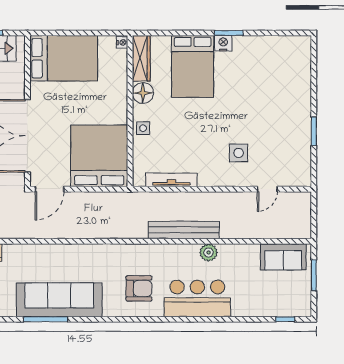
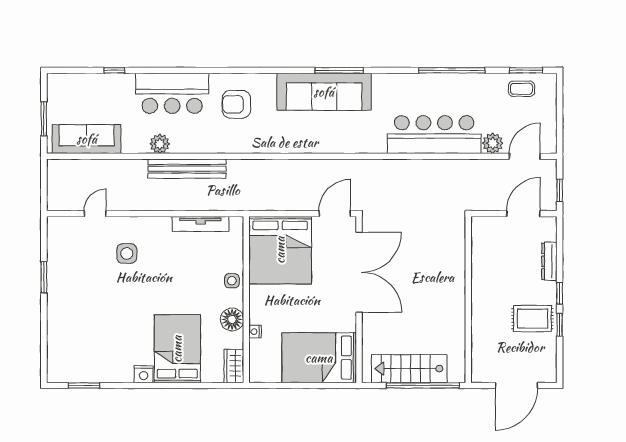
window: (229, 33) -> (84, 385), moved
nightstand: (122, 42) -> (255, 332), moved
wardrobe: (141, 58) -> (234, 366), width x0.67
sofa: (283, 257) -> (87, 139), width x1.36
window: (285, 319) -> (114, 70), moved

